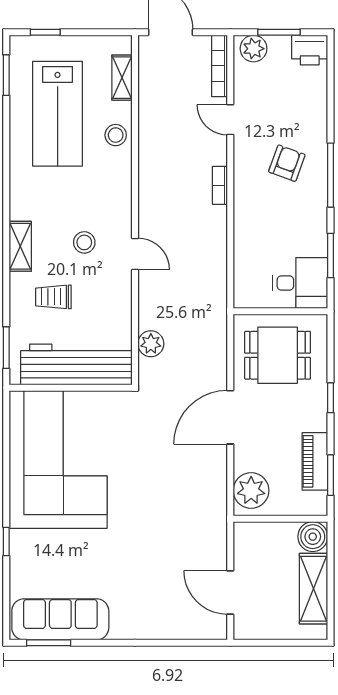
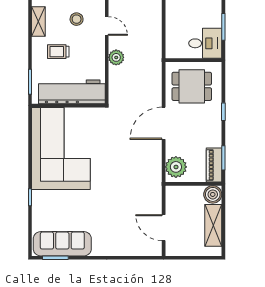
plant: (151, 344) -> (116, 57), moved
piano: (315, 461) -> (214, 165), moved

